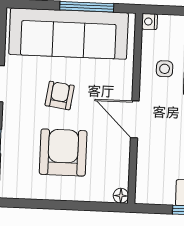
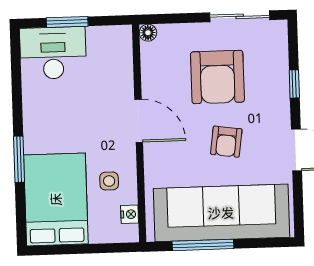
nightstand: (150, 22) -> (130, 214), moved
sliding door: (40, 204) -> (240, 16), added

